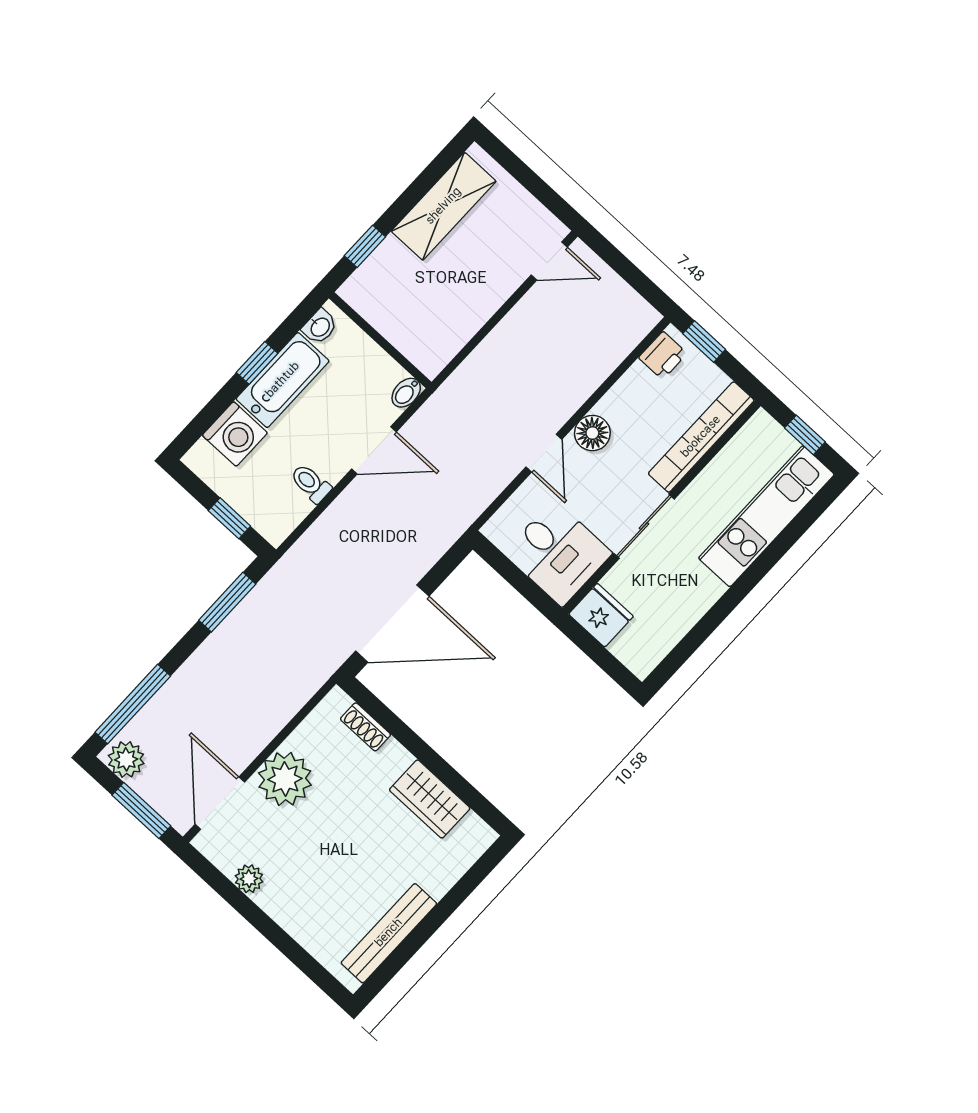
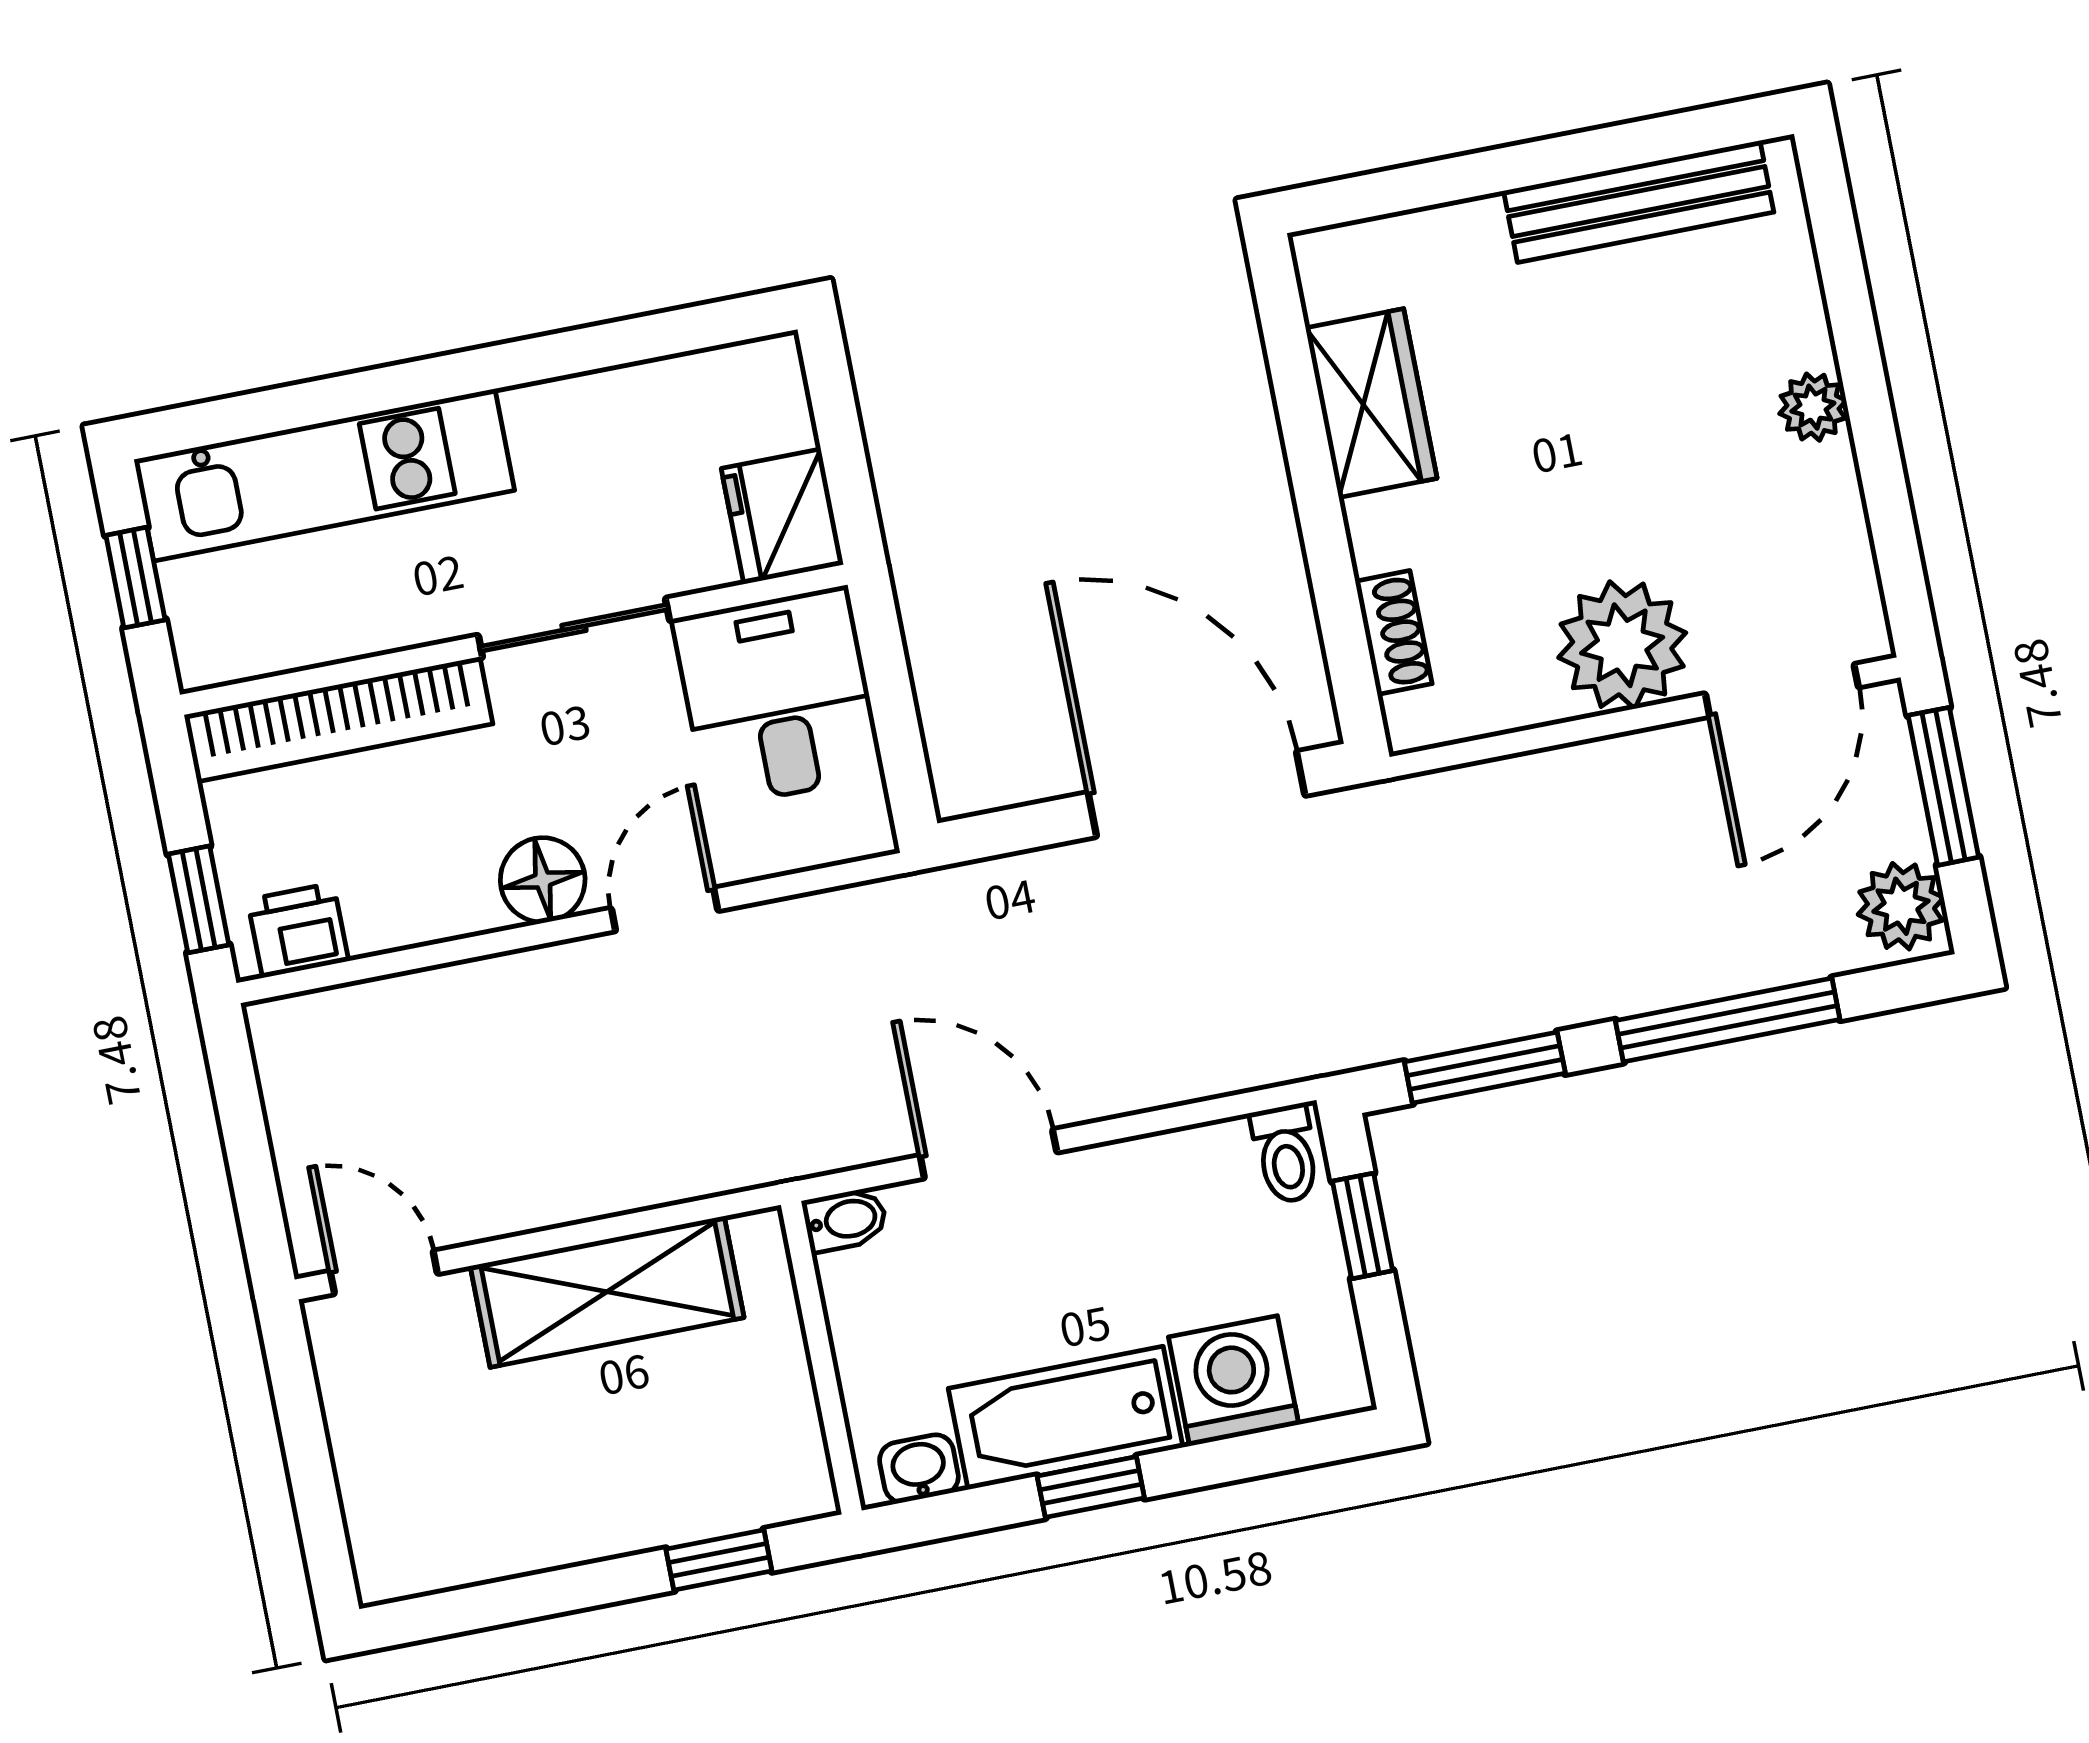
shelving: (444, 206) -> (607, 1292), moved
toilet: (311, 483) -> (1286, 1154), moved
window: (133, 704) -> (1728, 1020), moved
plant: (249, 879) -> (1813, 407), moved

